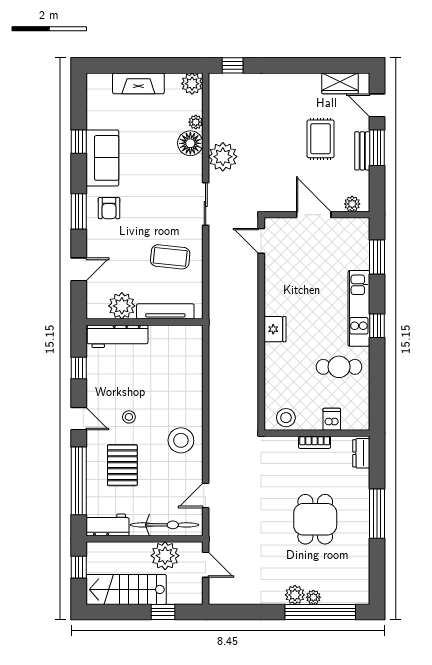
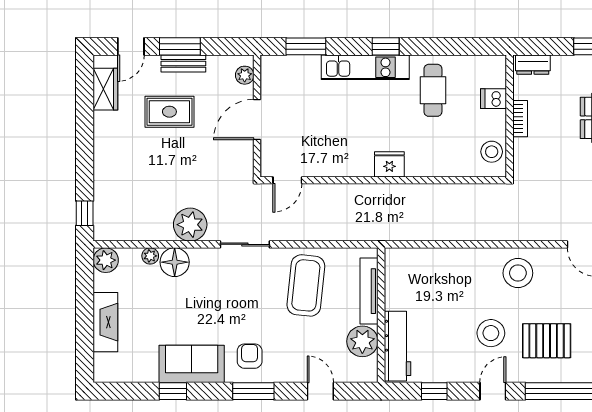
armchair: (109, 208) -> (250, 356), turned -90
coffee table: (170, 257) -> (306, 285), width x1.36, depth x1.32
stool: (129, 417) -> (491, 333), width x1.89, depth x1.89

